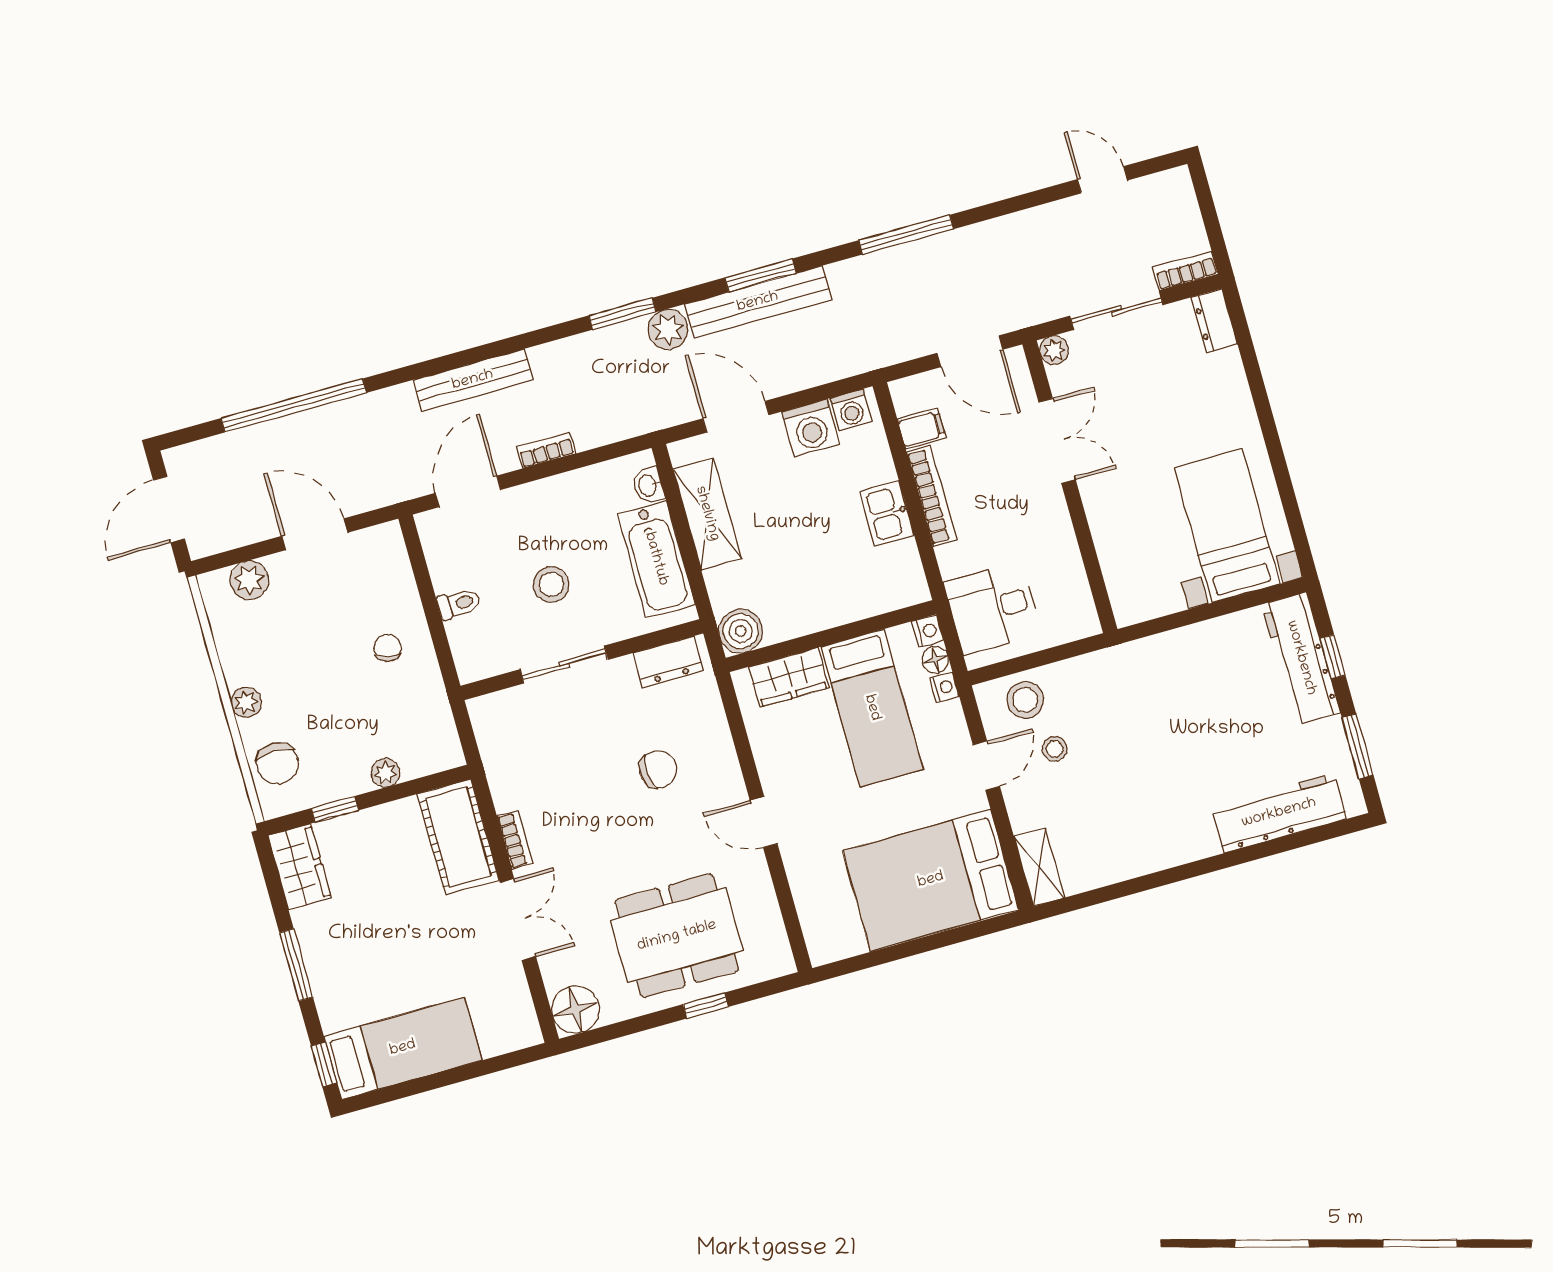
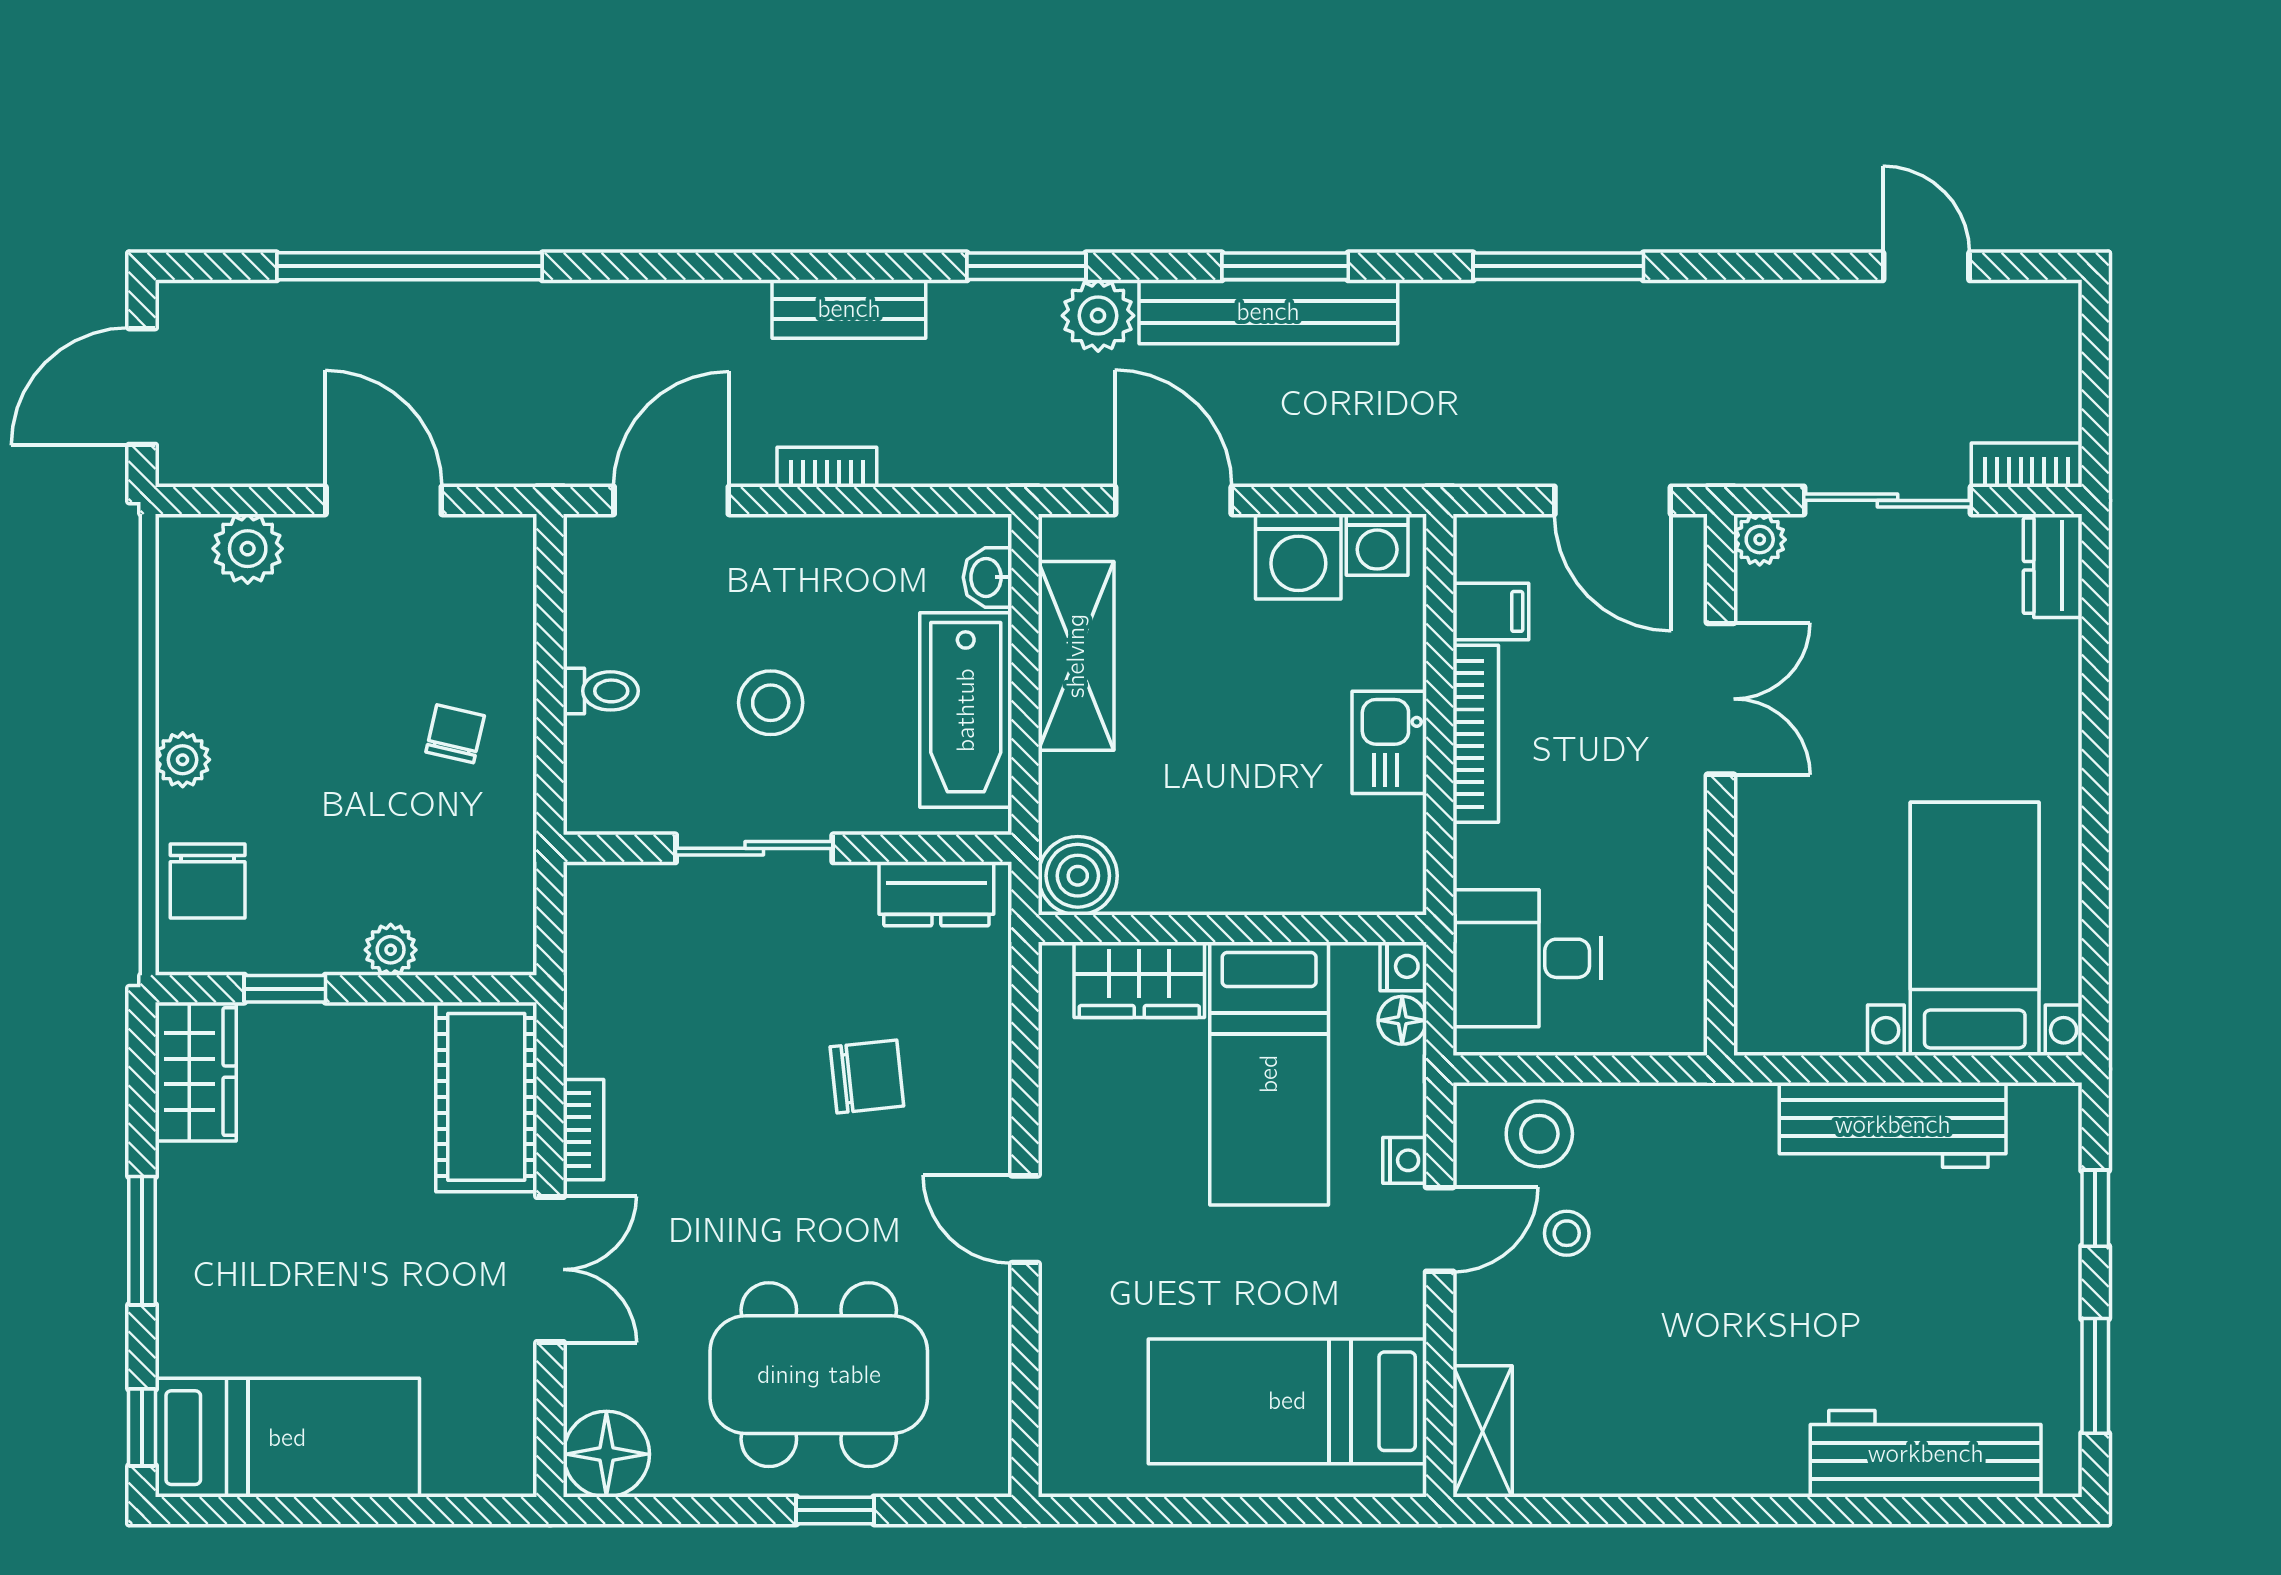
bench: (473, 380) -> (849, 309), moved, width x0.73
workbench: (1301, 658) -> (1893, 1125), moved, turned -90
nightstand: (944, 687) -> (1405, 1160), moved
bed: (931, 880) -> (1287, 1401), width x0.67

